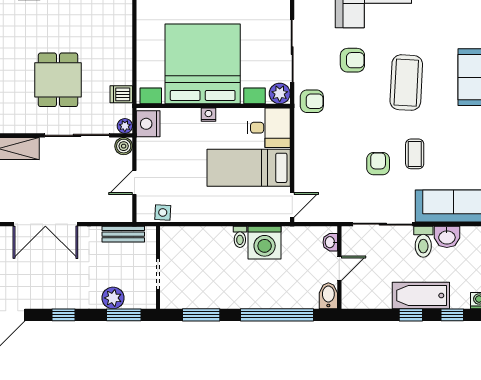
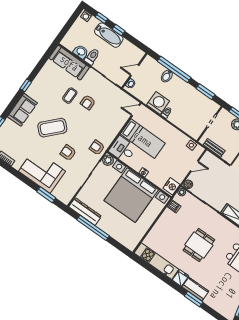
dining table: (58, 80) -> (199, 245), moved
coffee table: (406, 83) -> (52, 128), turned 41
bidet: (328, 296) -> (167, 76), moved

